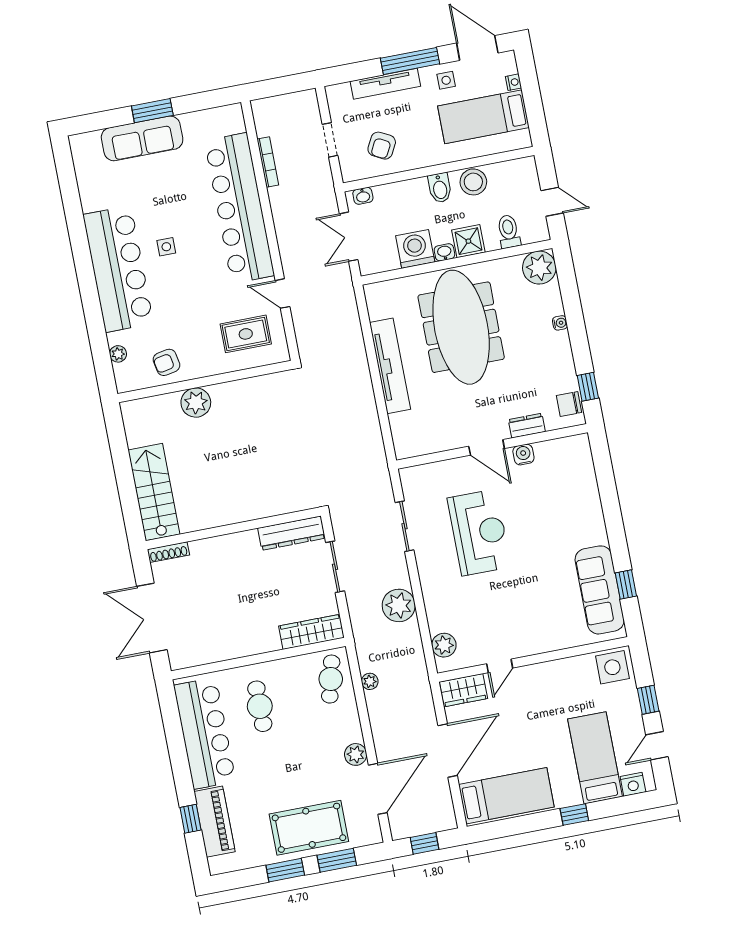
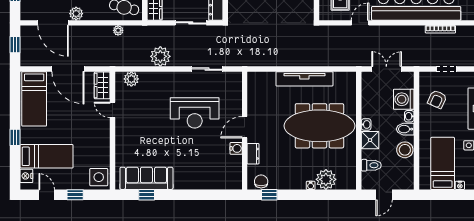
armchair: (382, 146) -> (437, 99), turned -94
washbasin: (363, 196) -> (409, 116), moved
washing machine: (415, 249) -> (404, 99), moved, turned 180
plant: (539, 268) -> (326, 179), moved

